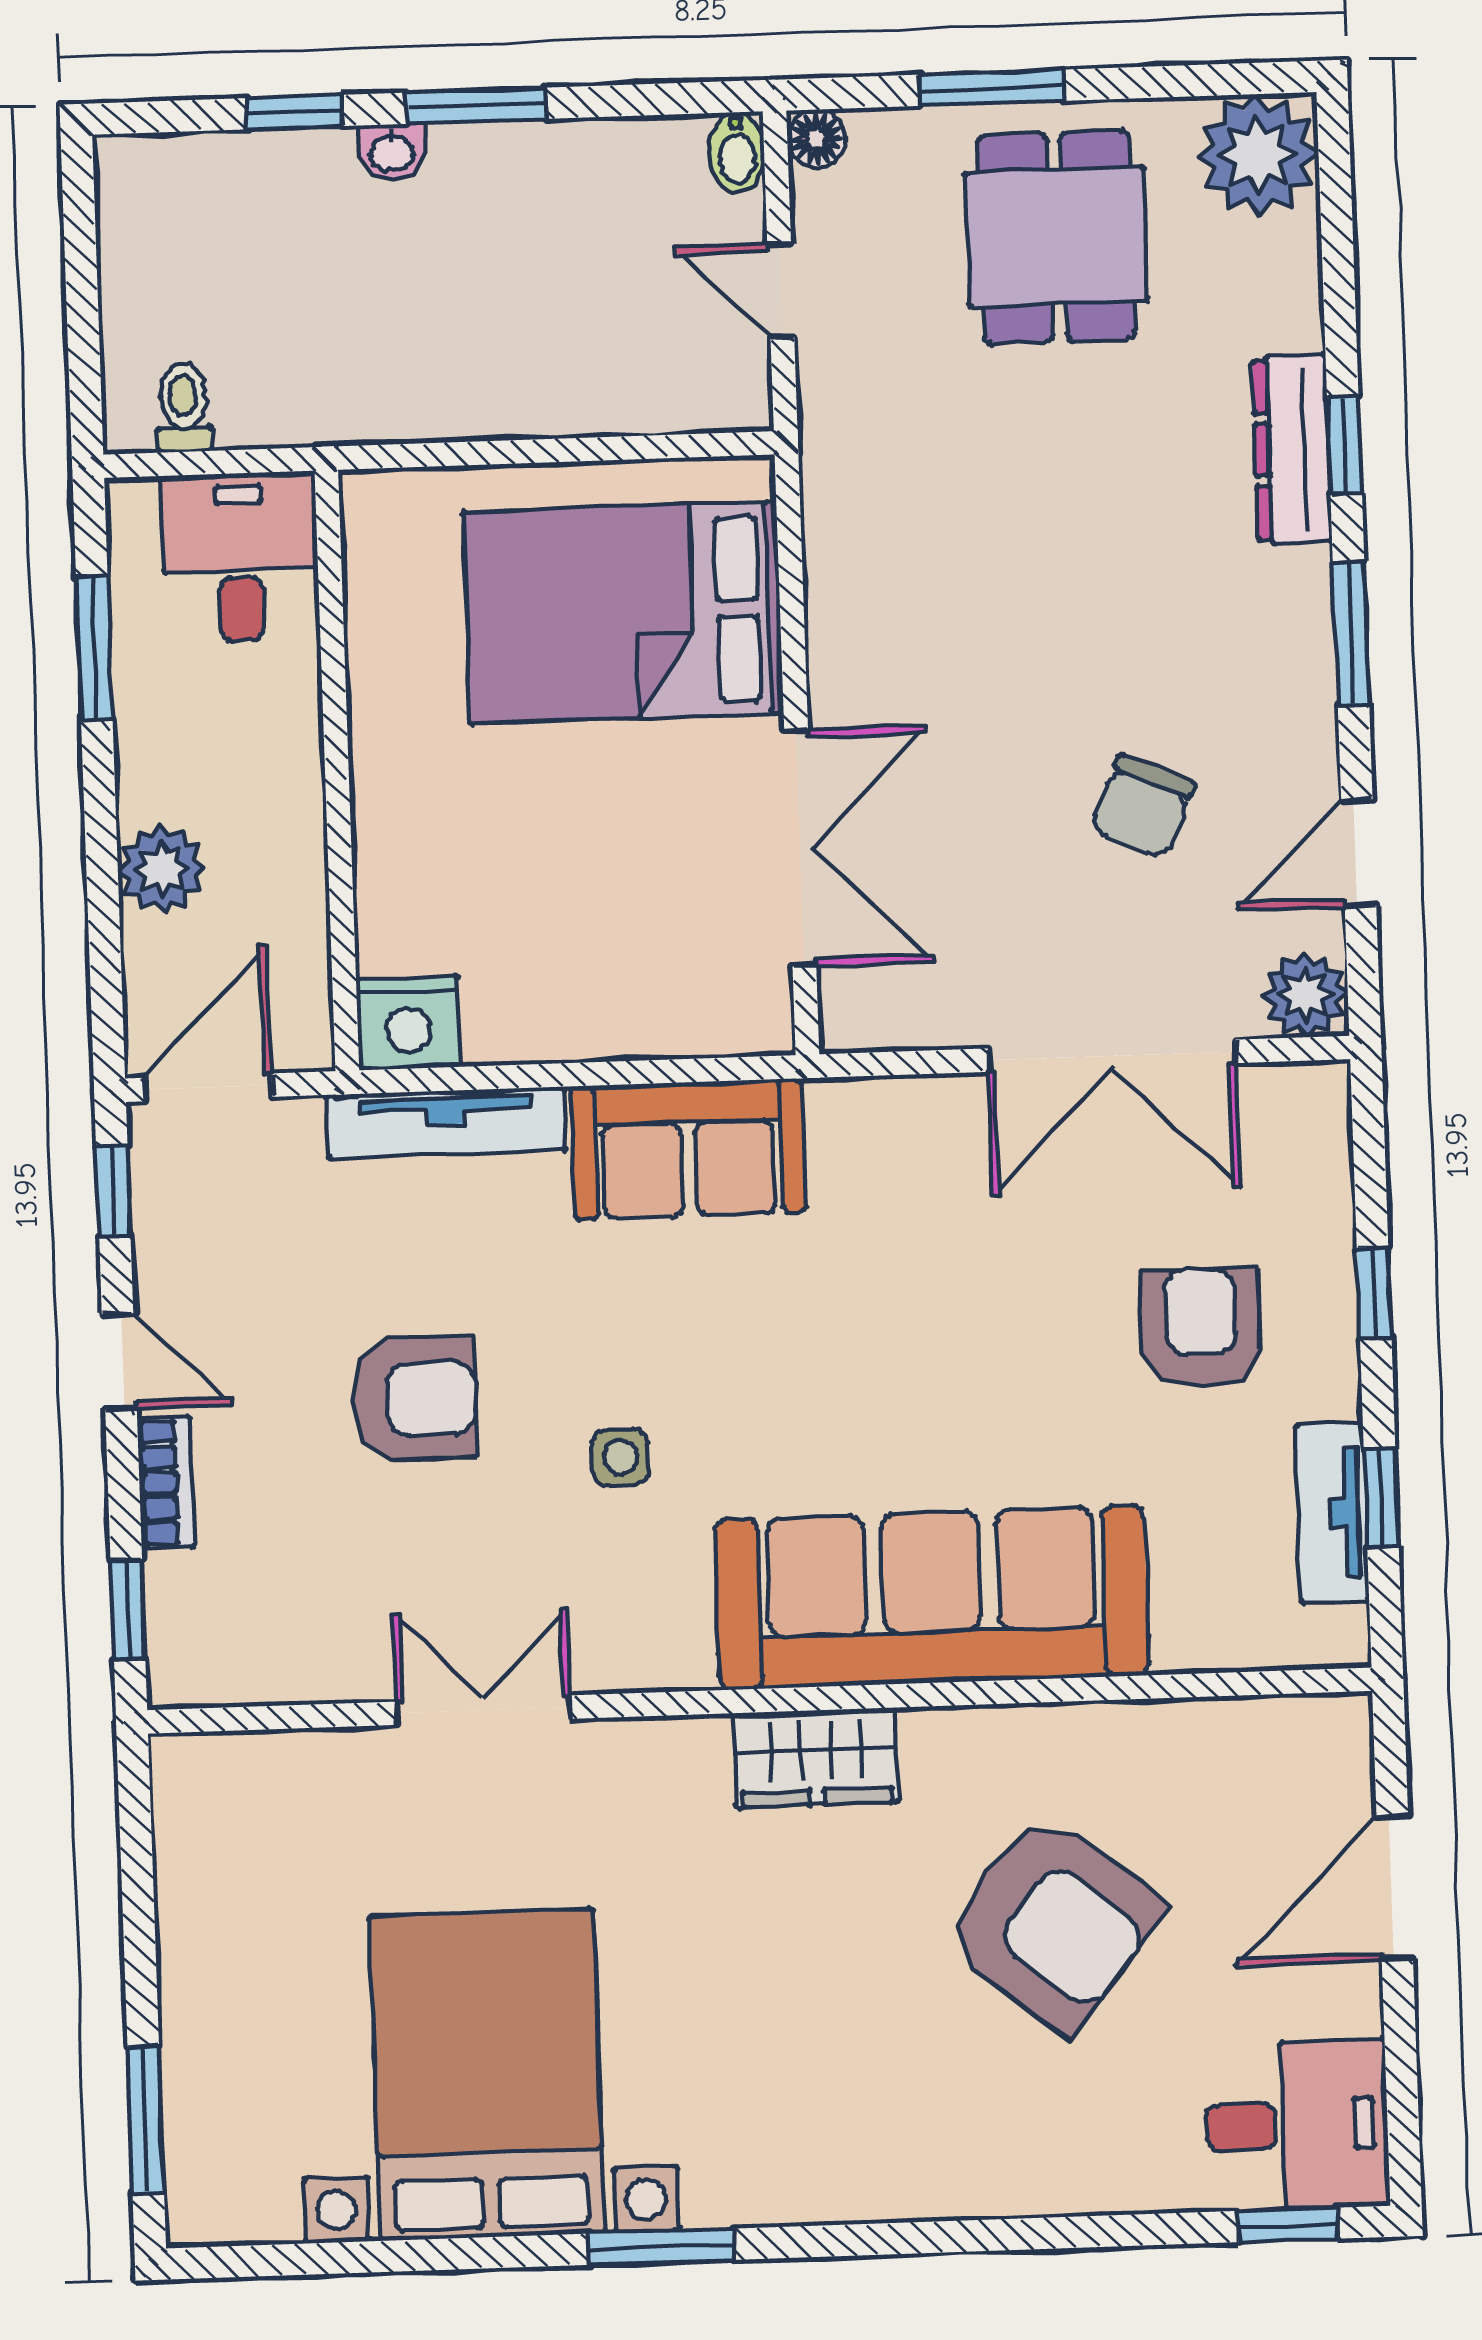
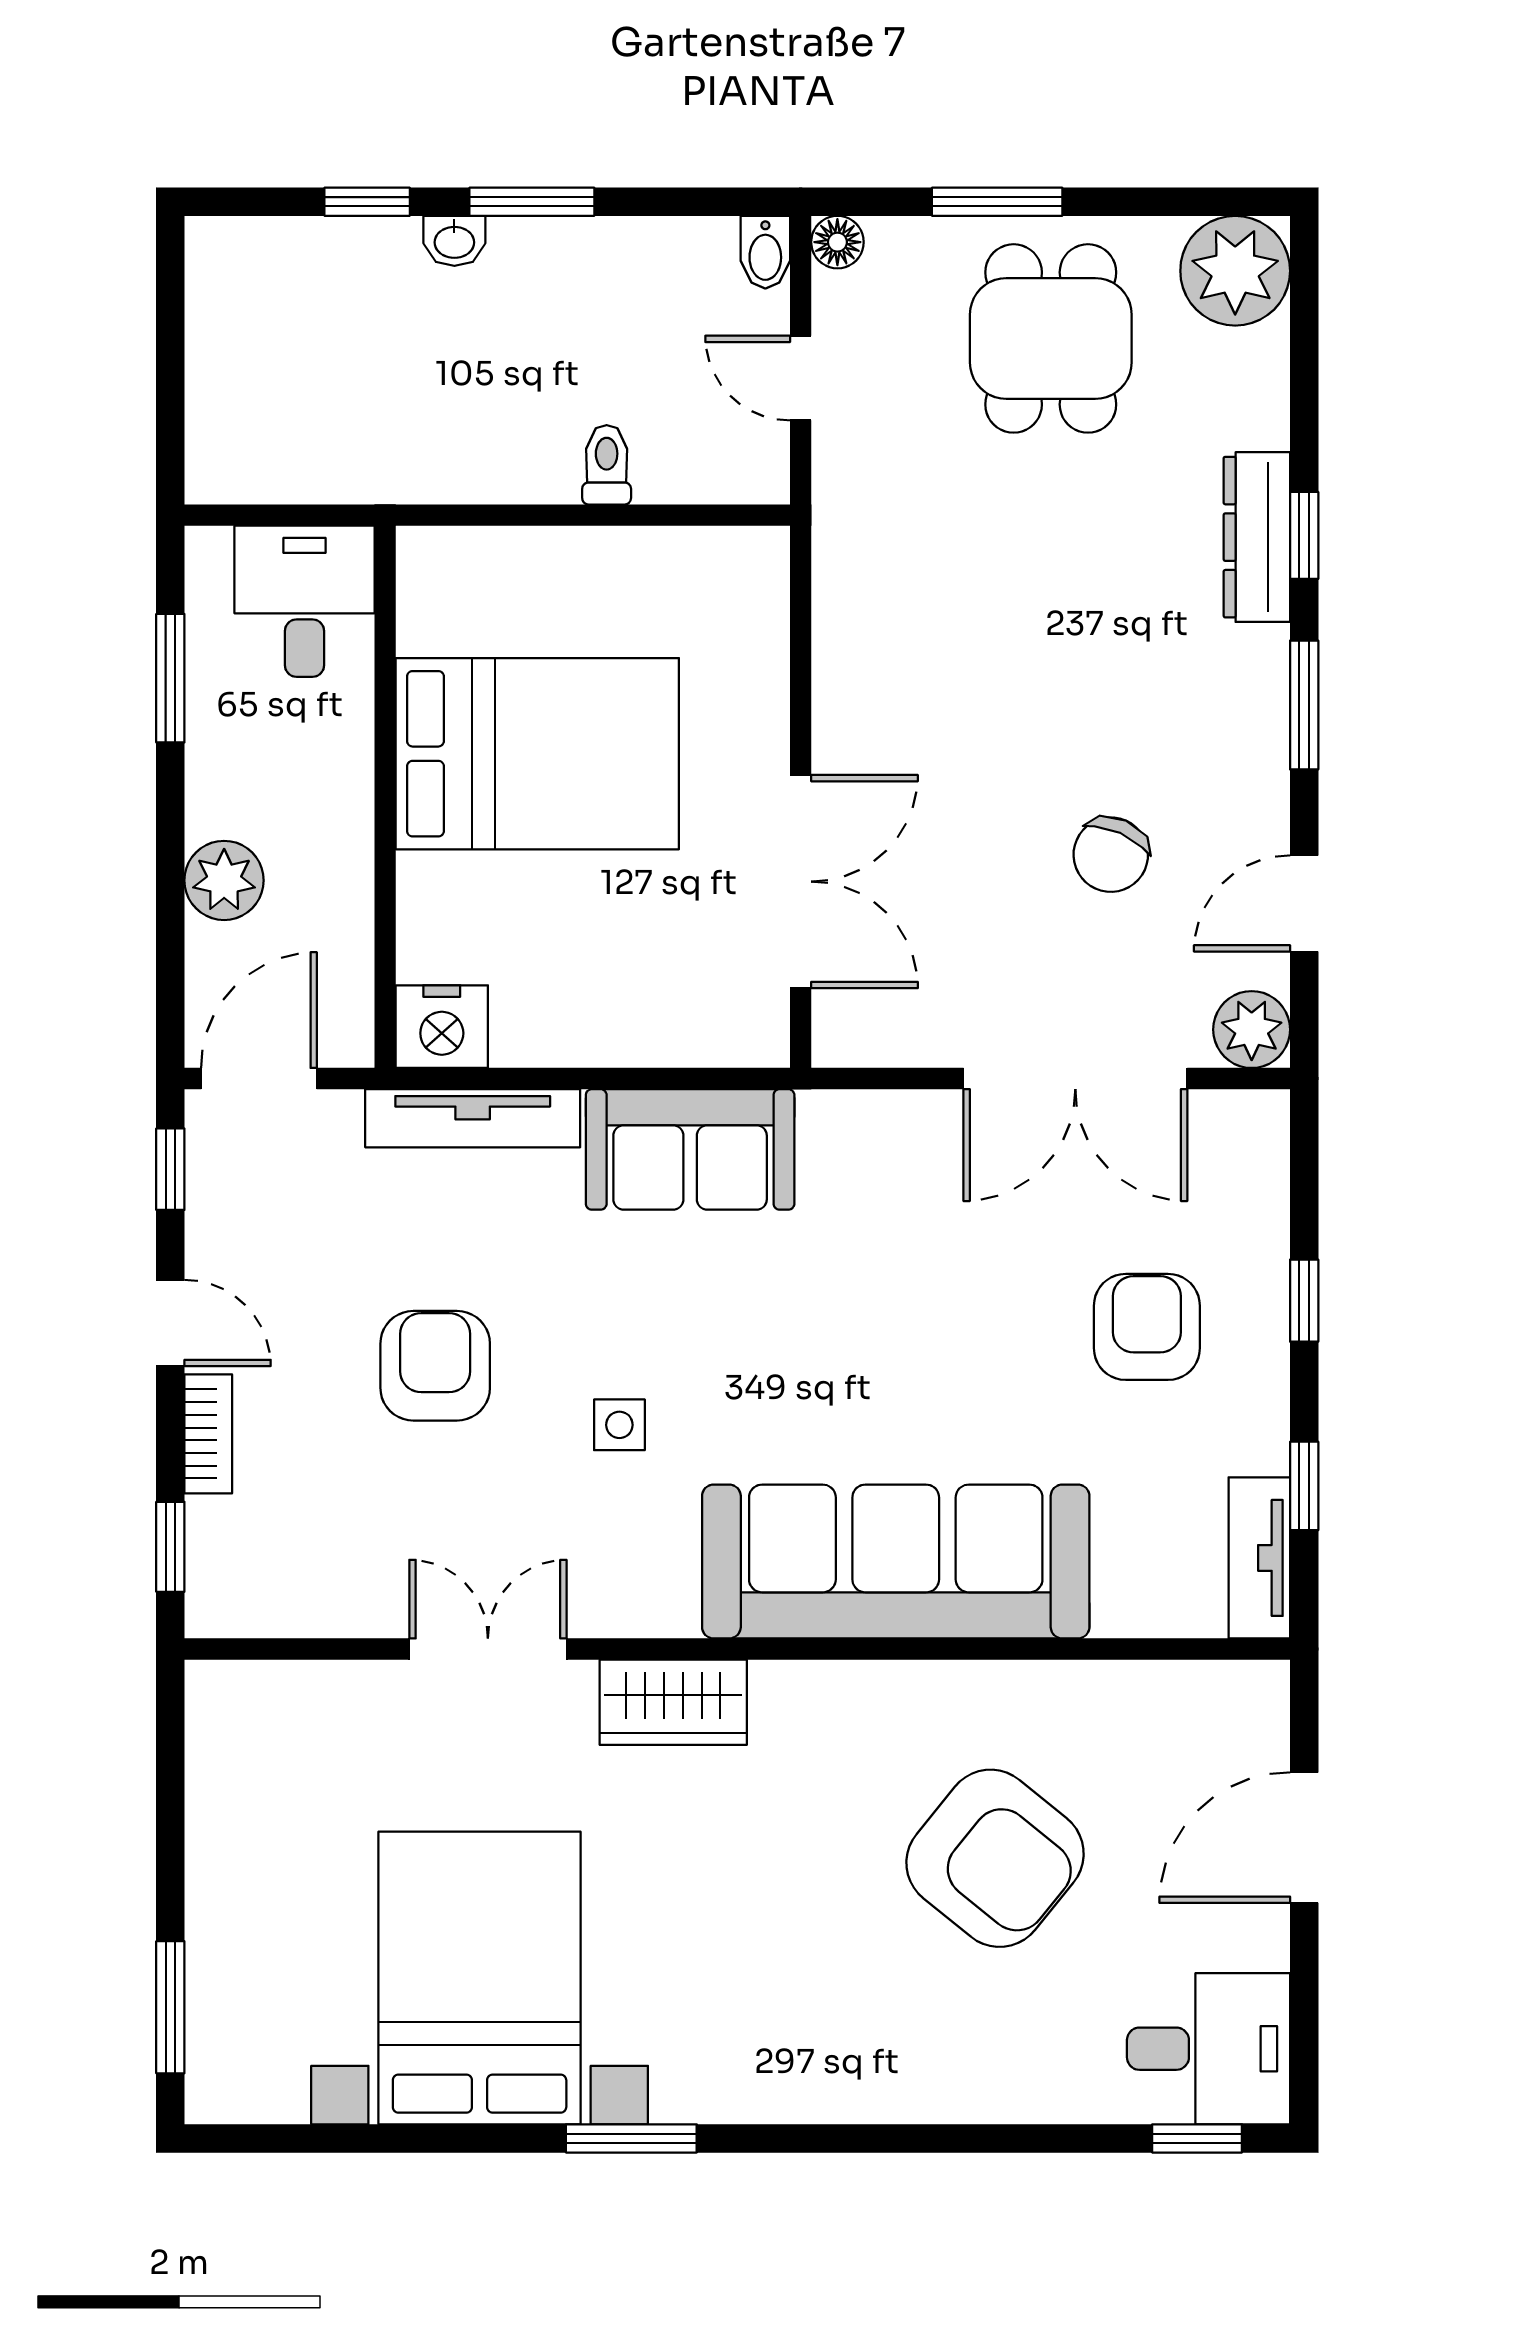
toilet: (184, 408) -> (607, 465), moved
bed: (623, 613) -> (537, 754), moved, turned 180
armchair: (414, 1399) -> (435, 1366), turned -90
tv unit: (1332, 1513) -> (1259, 1558), moved
wardrobe: (816, 1758) -> (673, 1702), moved

